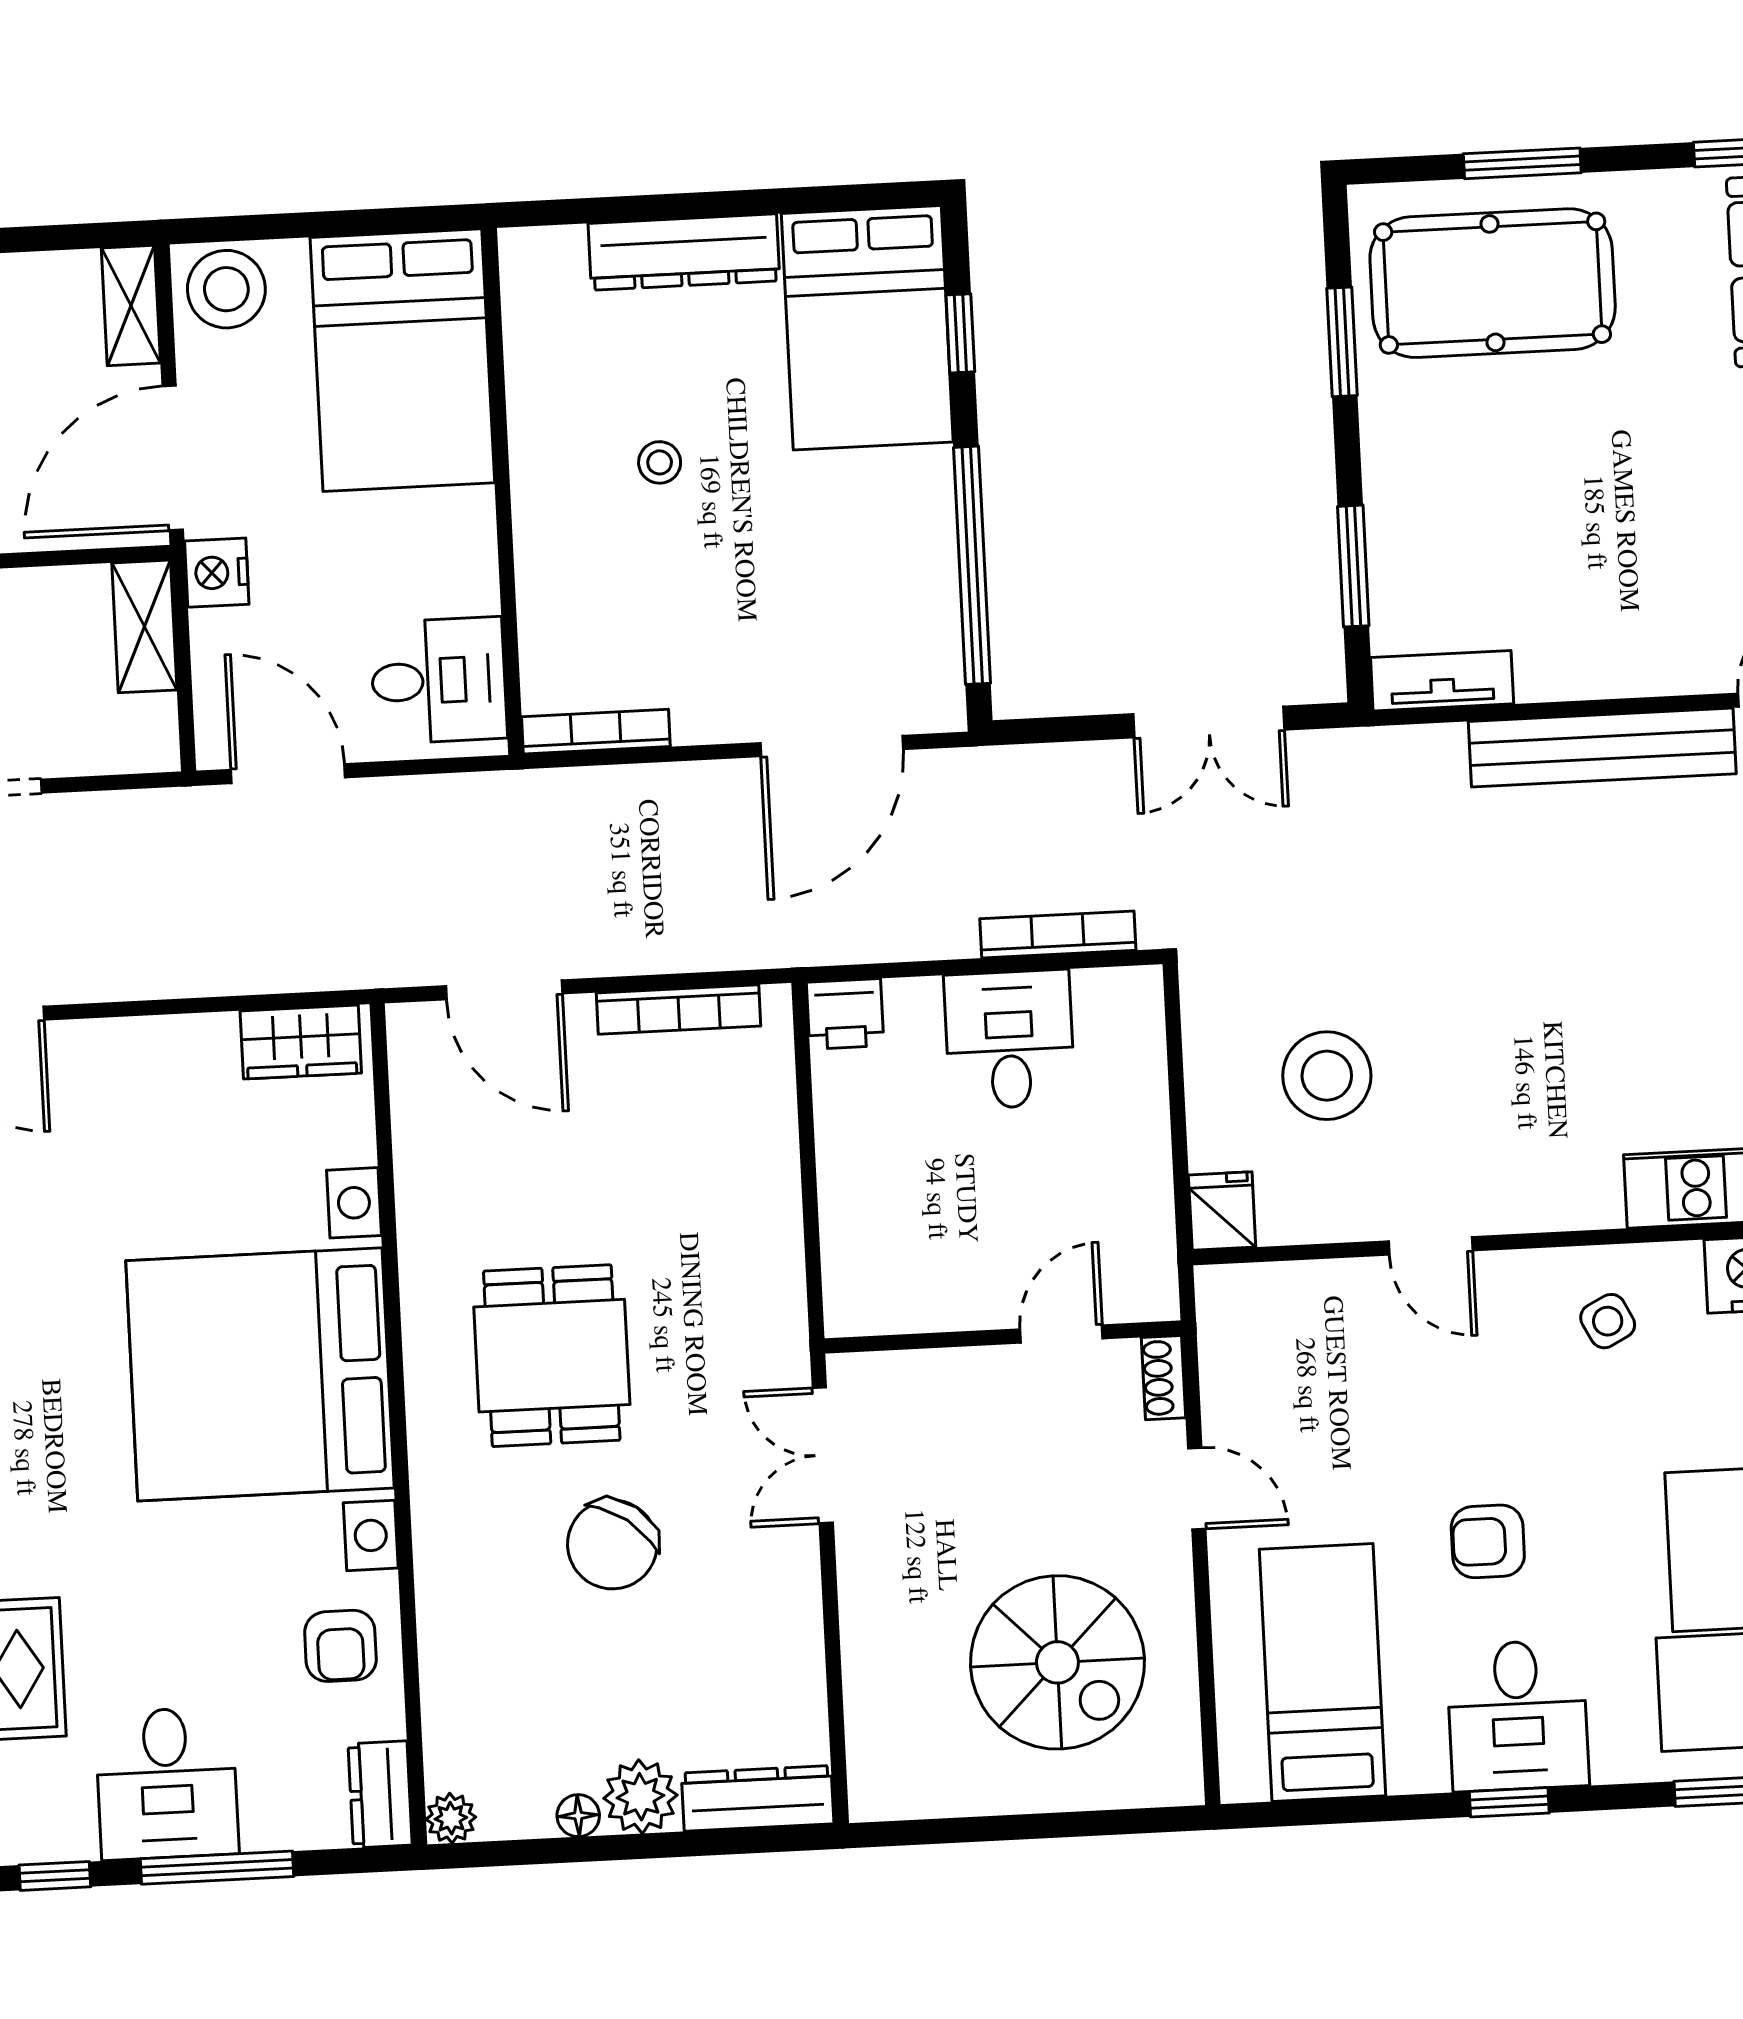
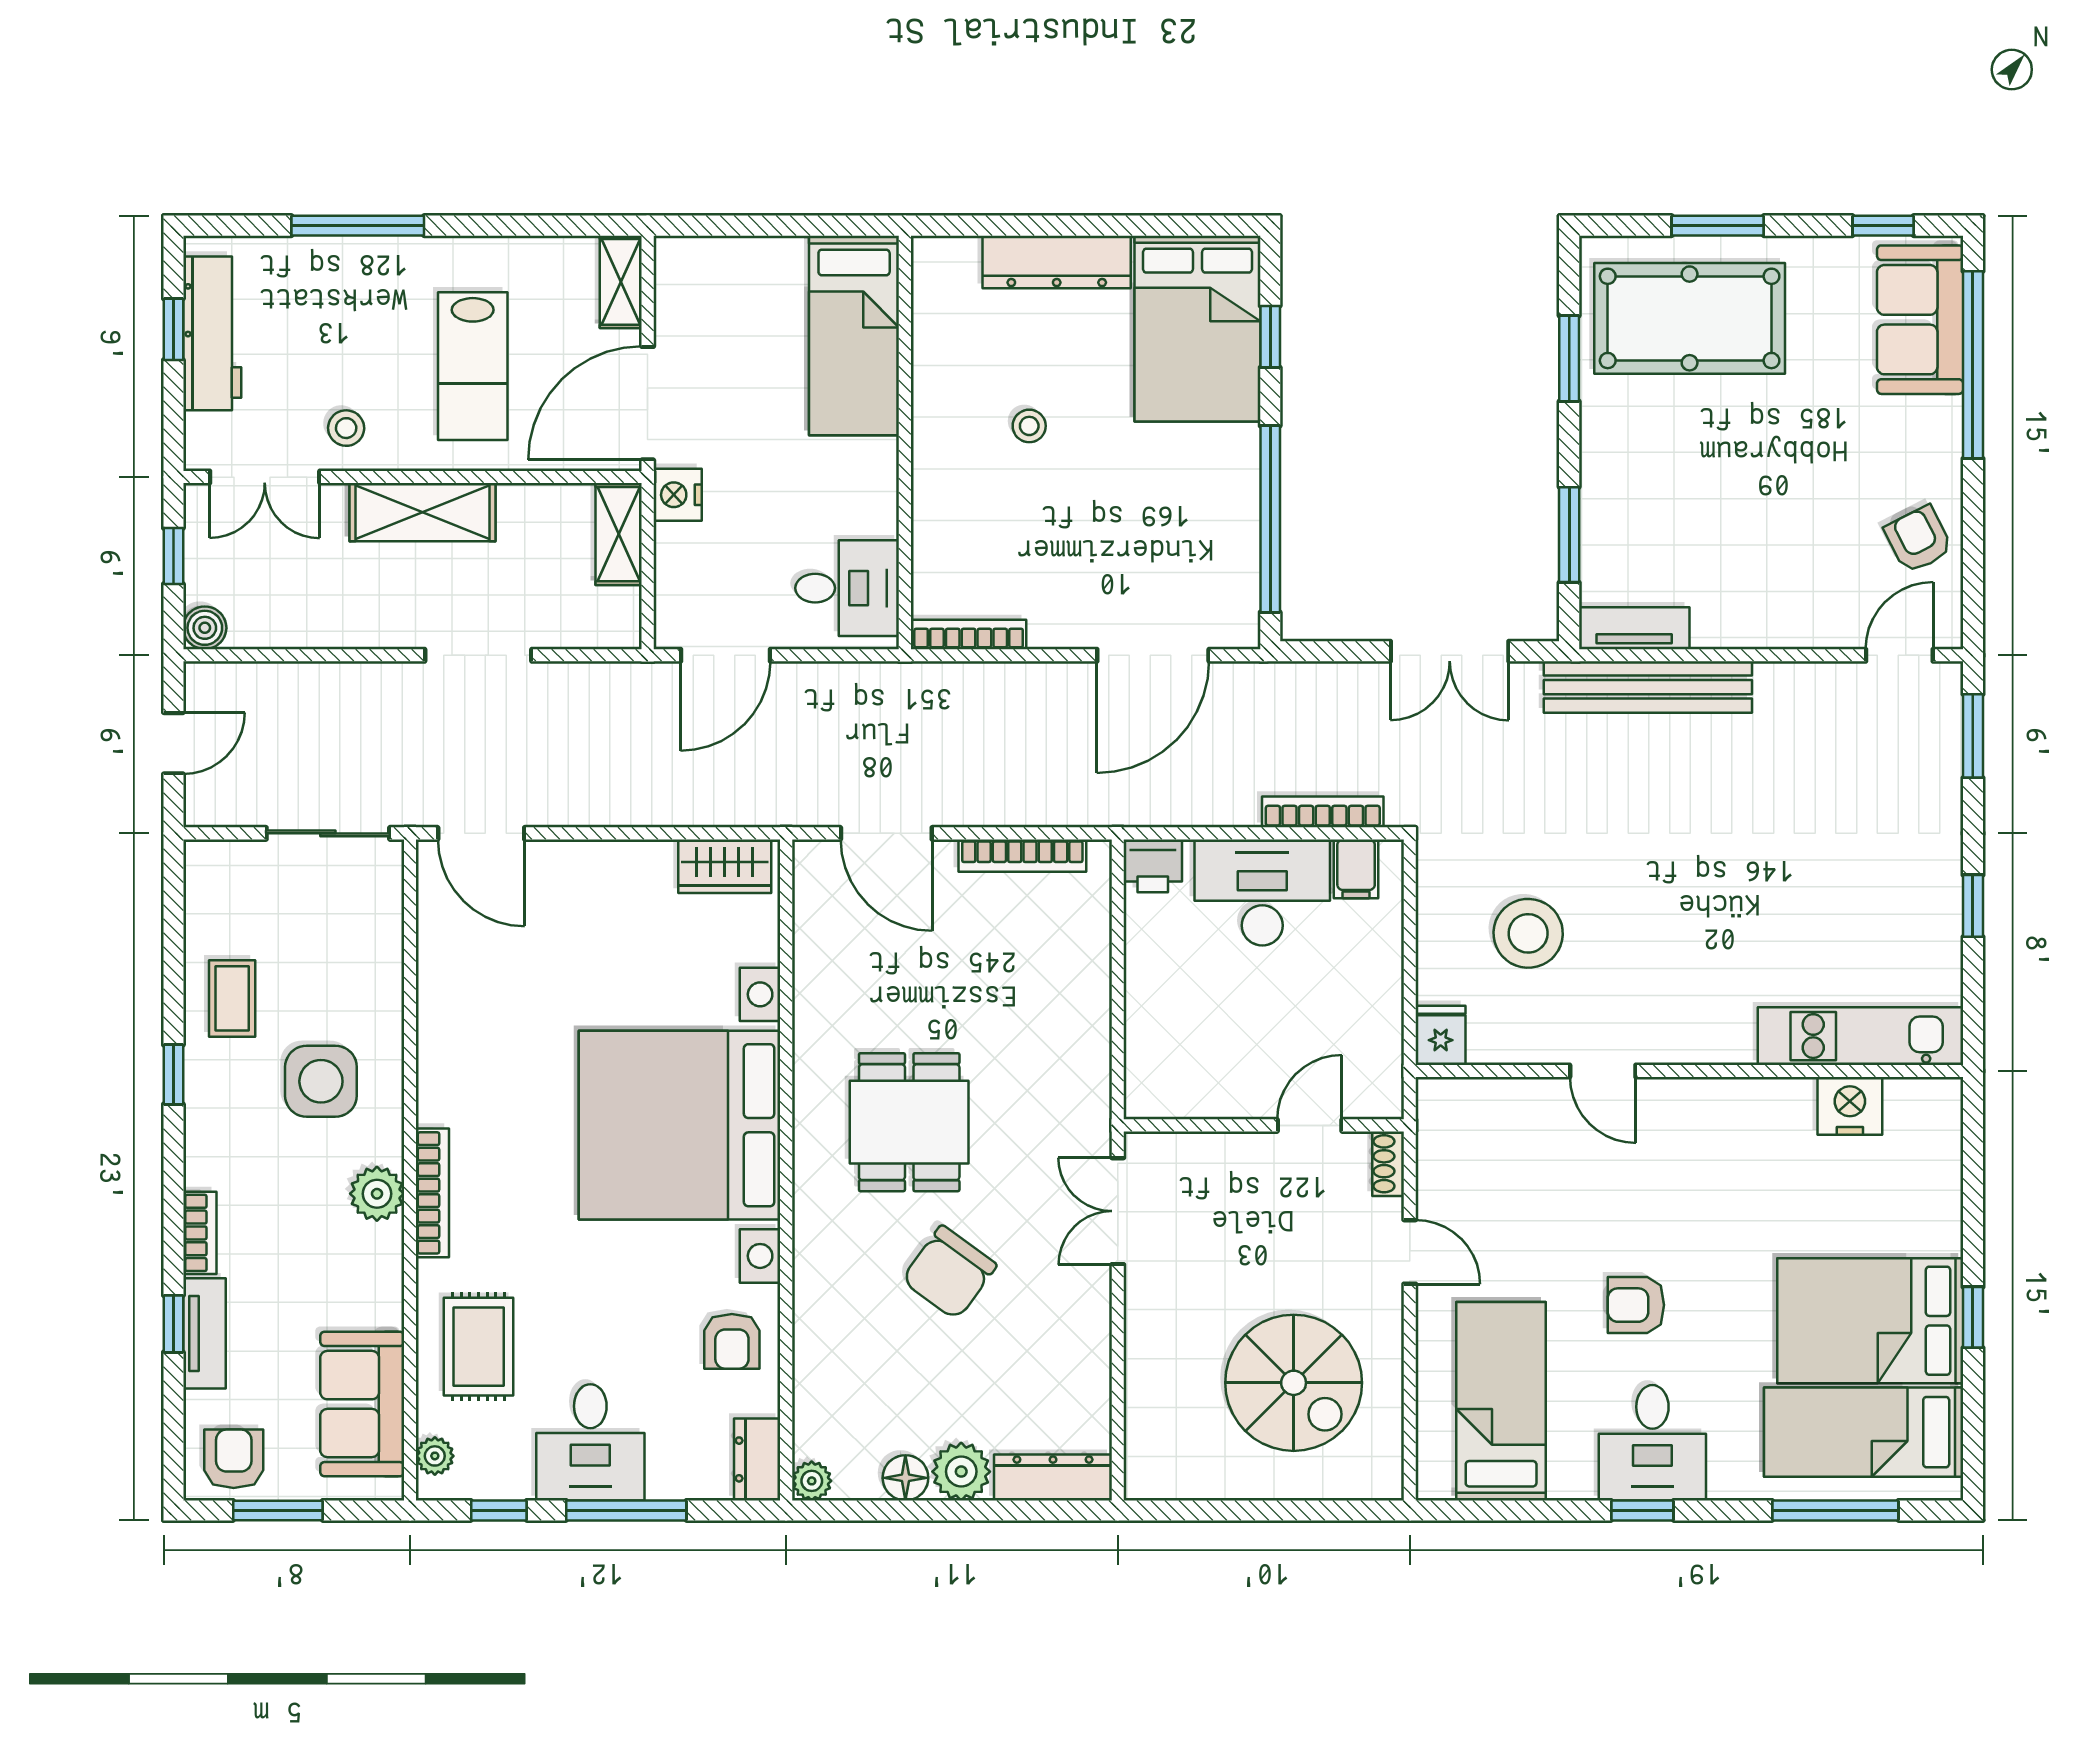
stool: (226, 289) -> (696, 273), removed
bed: (402, 360) -> (854, 335), width x0.67
bench: (1602, 748) -> (1648, 687), moved
door: (288, 774) -> (725, 655), swing flipped
filing cabinet: (1104, 1005) -> (1356, 869), added
desk: (1009, 1040) -> (1262, 892), width x1.37
side table: (1608, 1321) -> (1739, 1137), removed
floor lamp: (578, 1816) -> (905, 1478), width x1.37, depth x1.37

